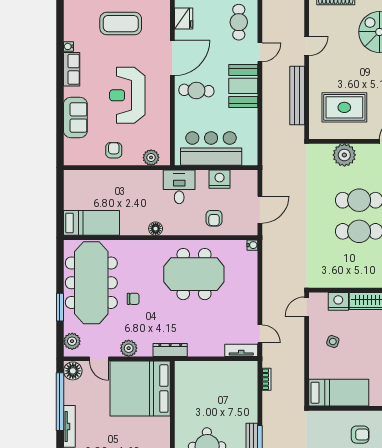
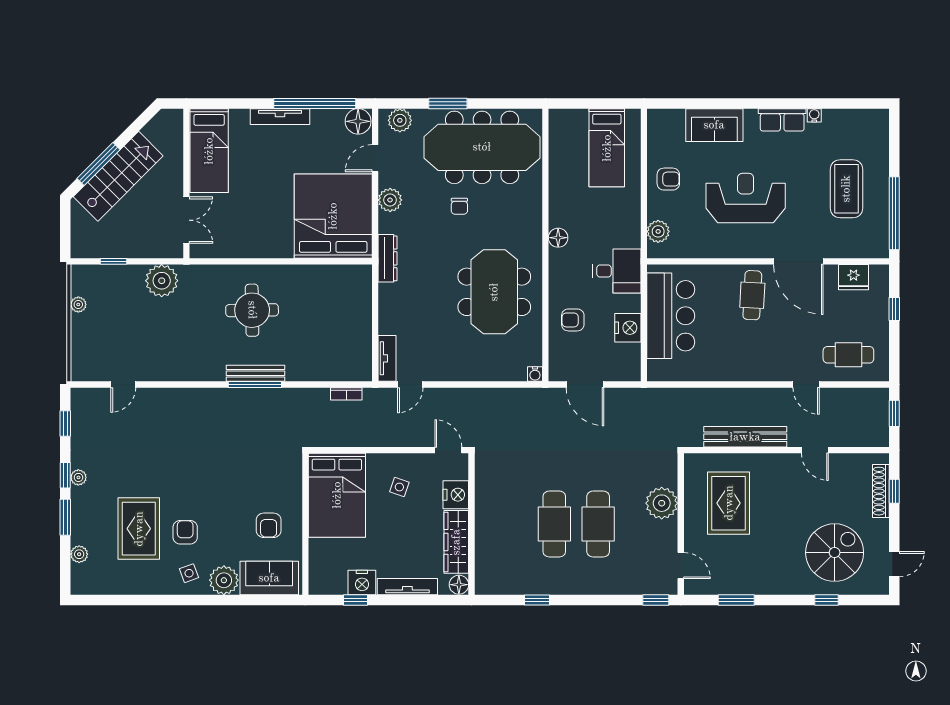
booth: (243, 86) -> (759, 361), removed
bed: (92, 223) -> (607, 148), moved
bed: (339, 393) -> (337, 495), width x1.50

